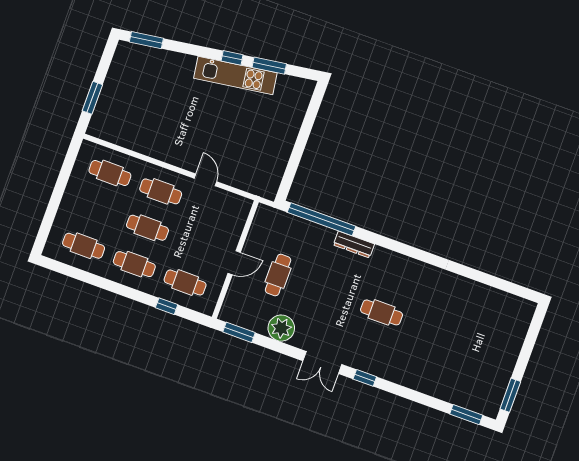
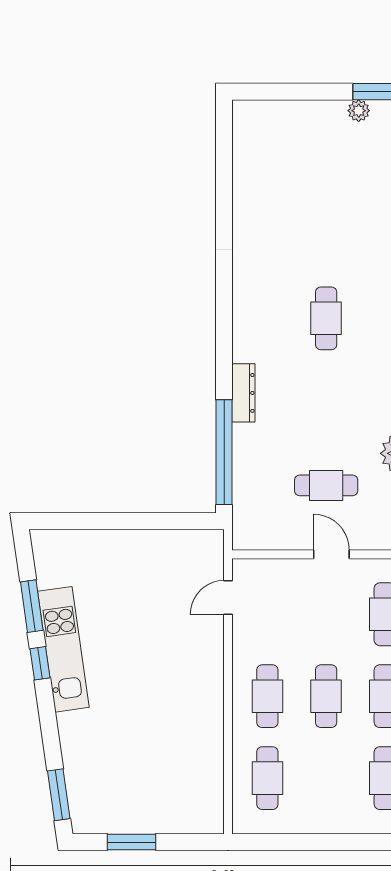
window: (92, 98) -> (132, 842), moved
door: (205, 180) -> (228, 598), moved
plant: (503, 379) -> (359, 111), added

